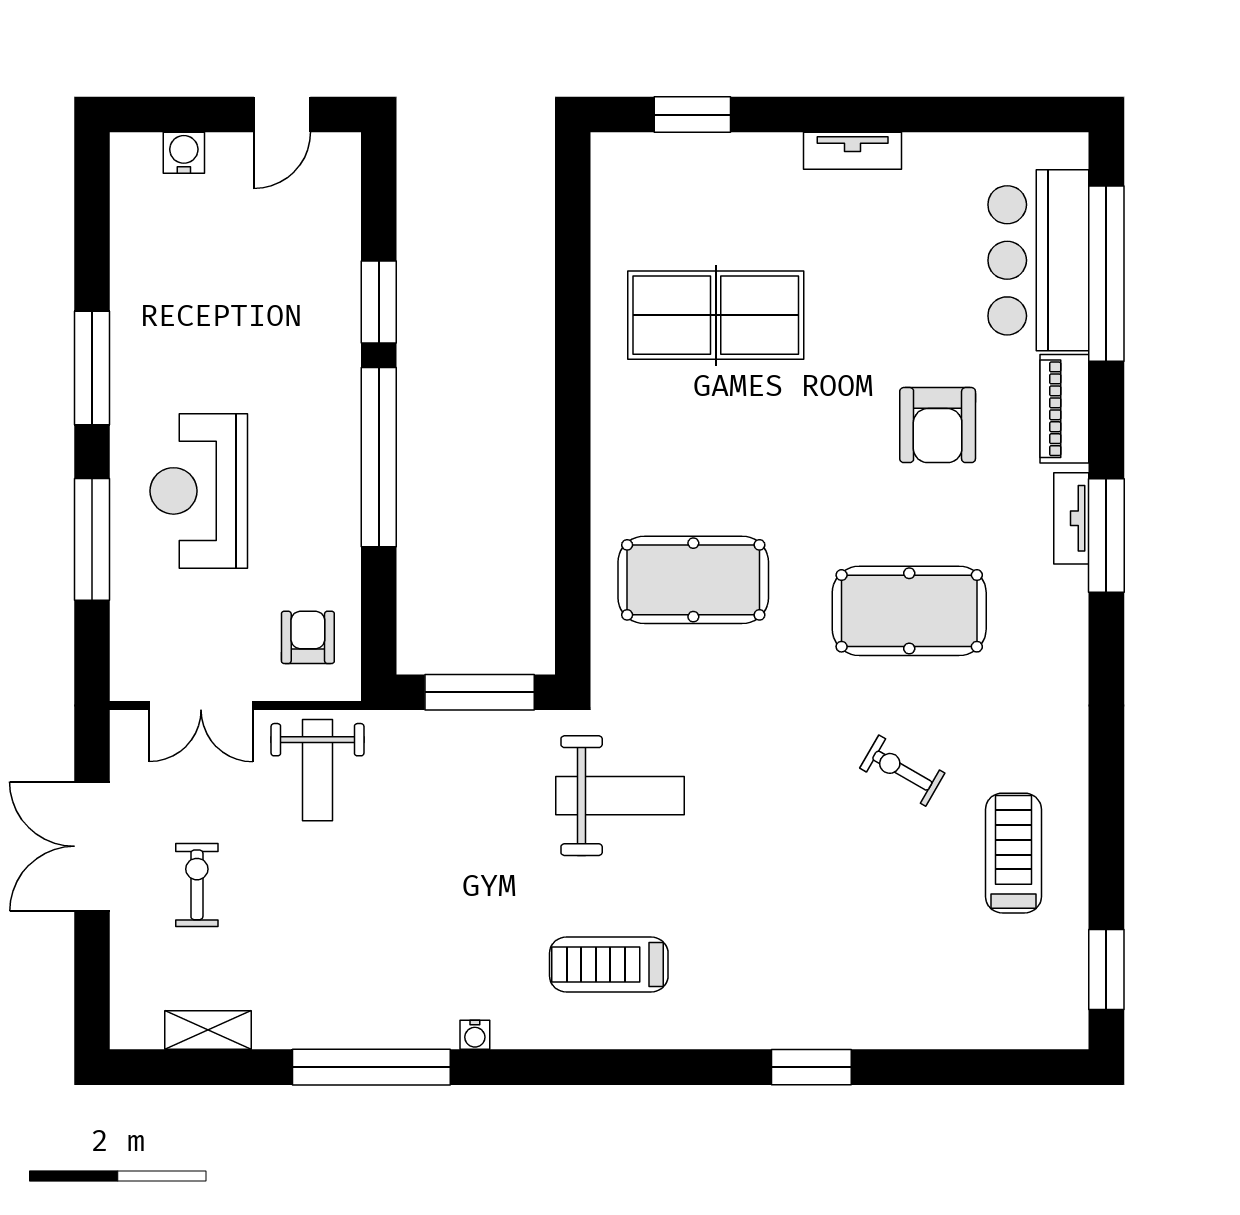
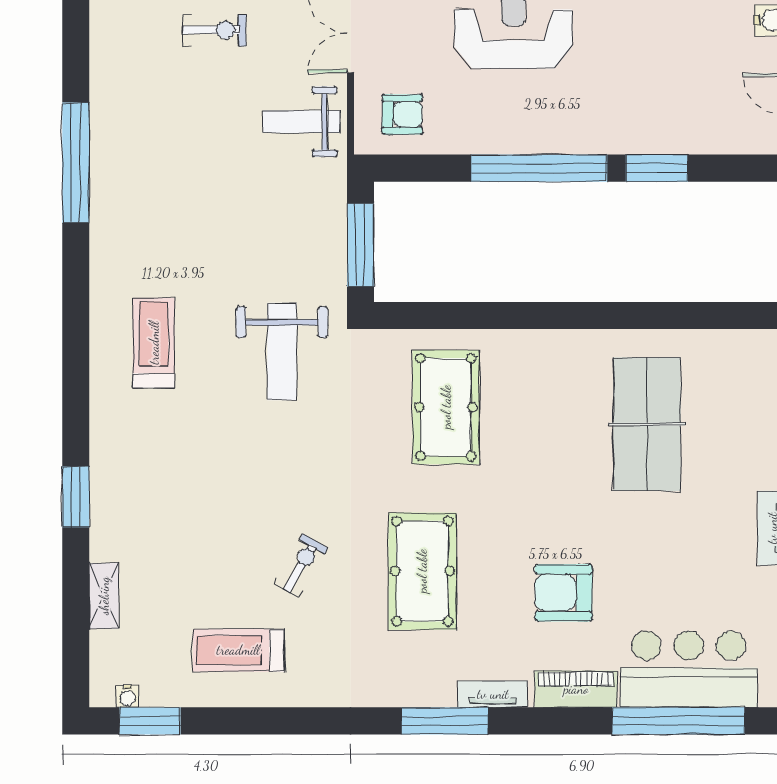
window: (1106, 536) -> (445, 721), moved
treadmill: (1013, 853) -> (238, 650), turned 180
shelving: (208, 1030) -> (104, 596), moved
water cooler: (475, 1035) -> (128, 696), moved, turned -90

